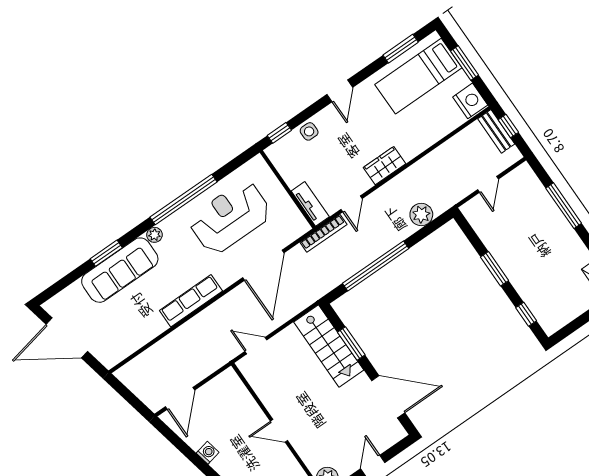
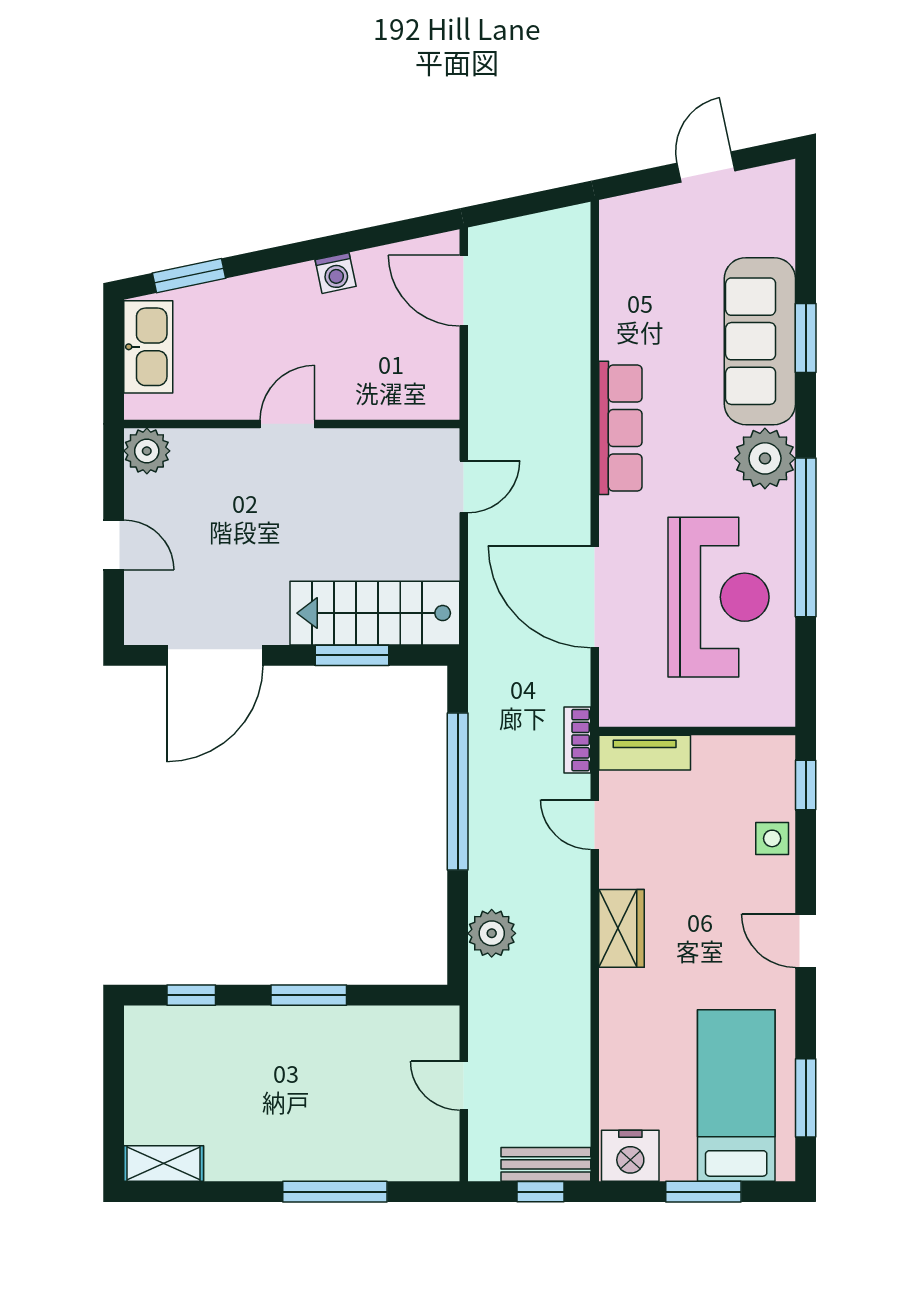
bookcase: (323, 233) -> (577, 740), width x0.64
plant: (155, 235) -> (765, 458), width x1.87, depth x1.87
door: (67, 338) -> (706, 167), width x0.53

